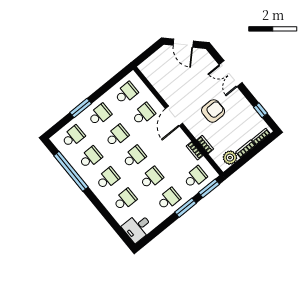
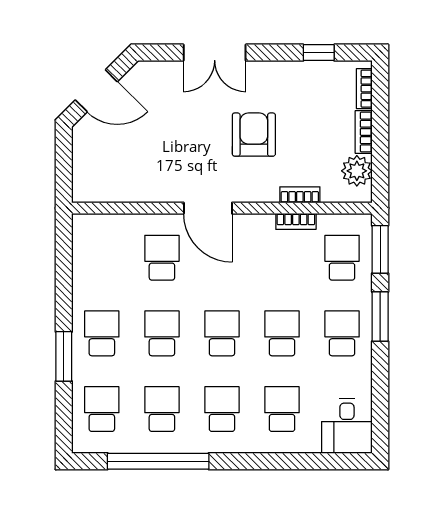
school desk: (126, 93) -> (102, 258), removed

